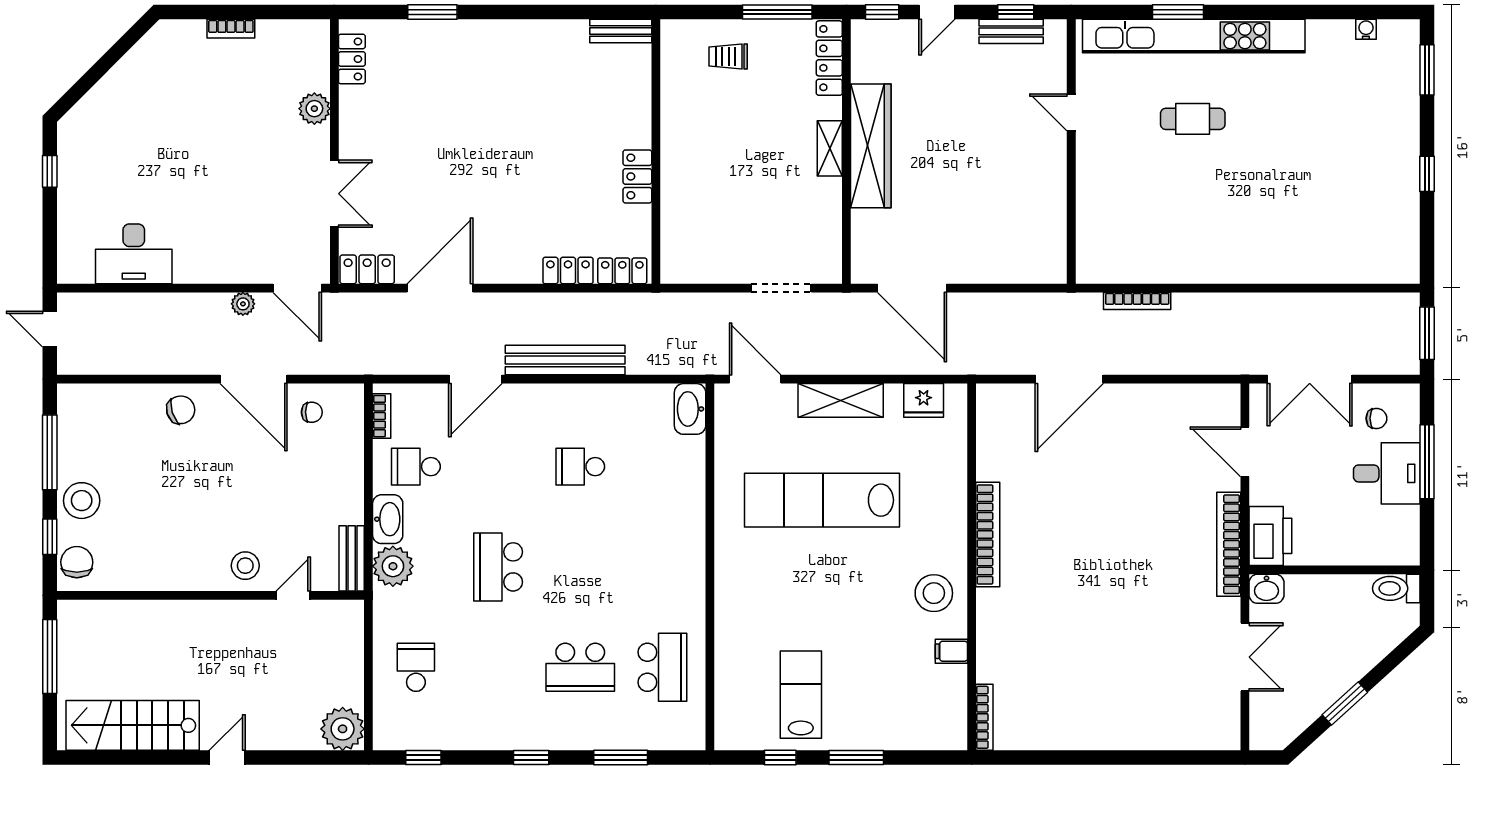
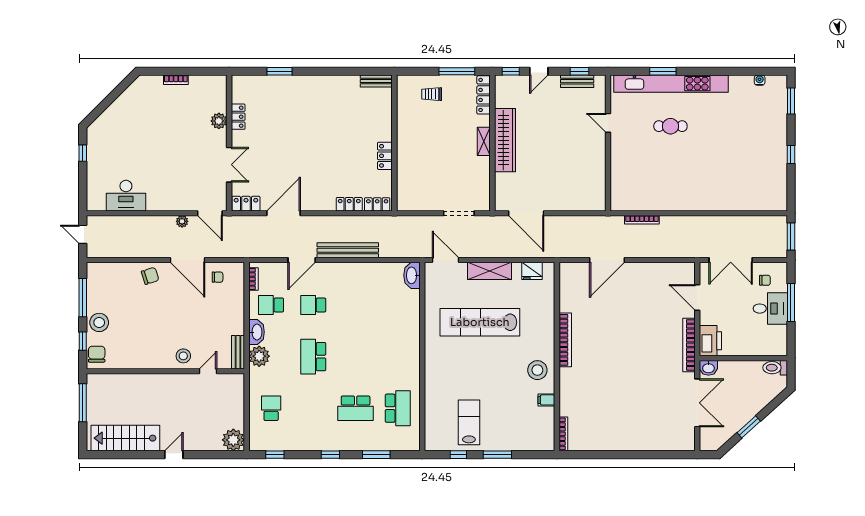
locker: (352, 59) -> (238, 117), moved
school desk: (580, 467) -> (313, 305), moved
double door: (1245, 657) -> (697, 403), width x1.37

